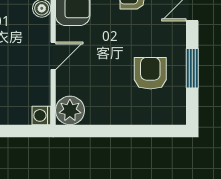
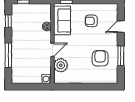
plant: (70, 110) -> (61, 65), moved

